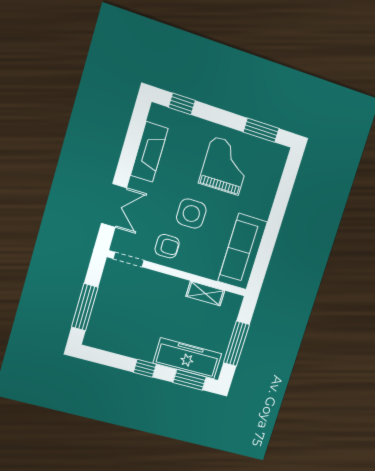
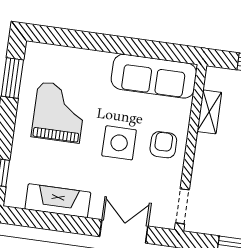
grand piano: (225, 166) -> (59, 112), turned 90
armchair: (167, 246) -> (163, 145), moved

